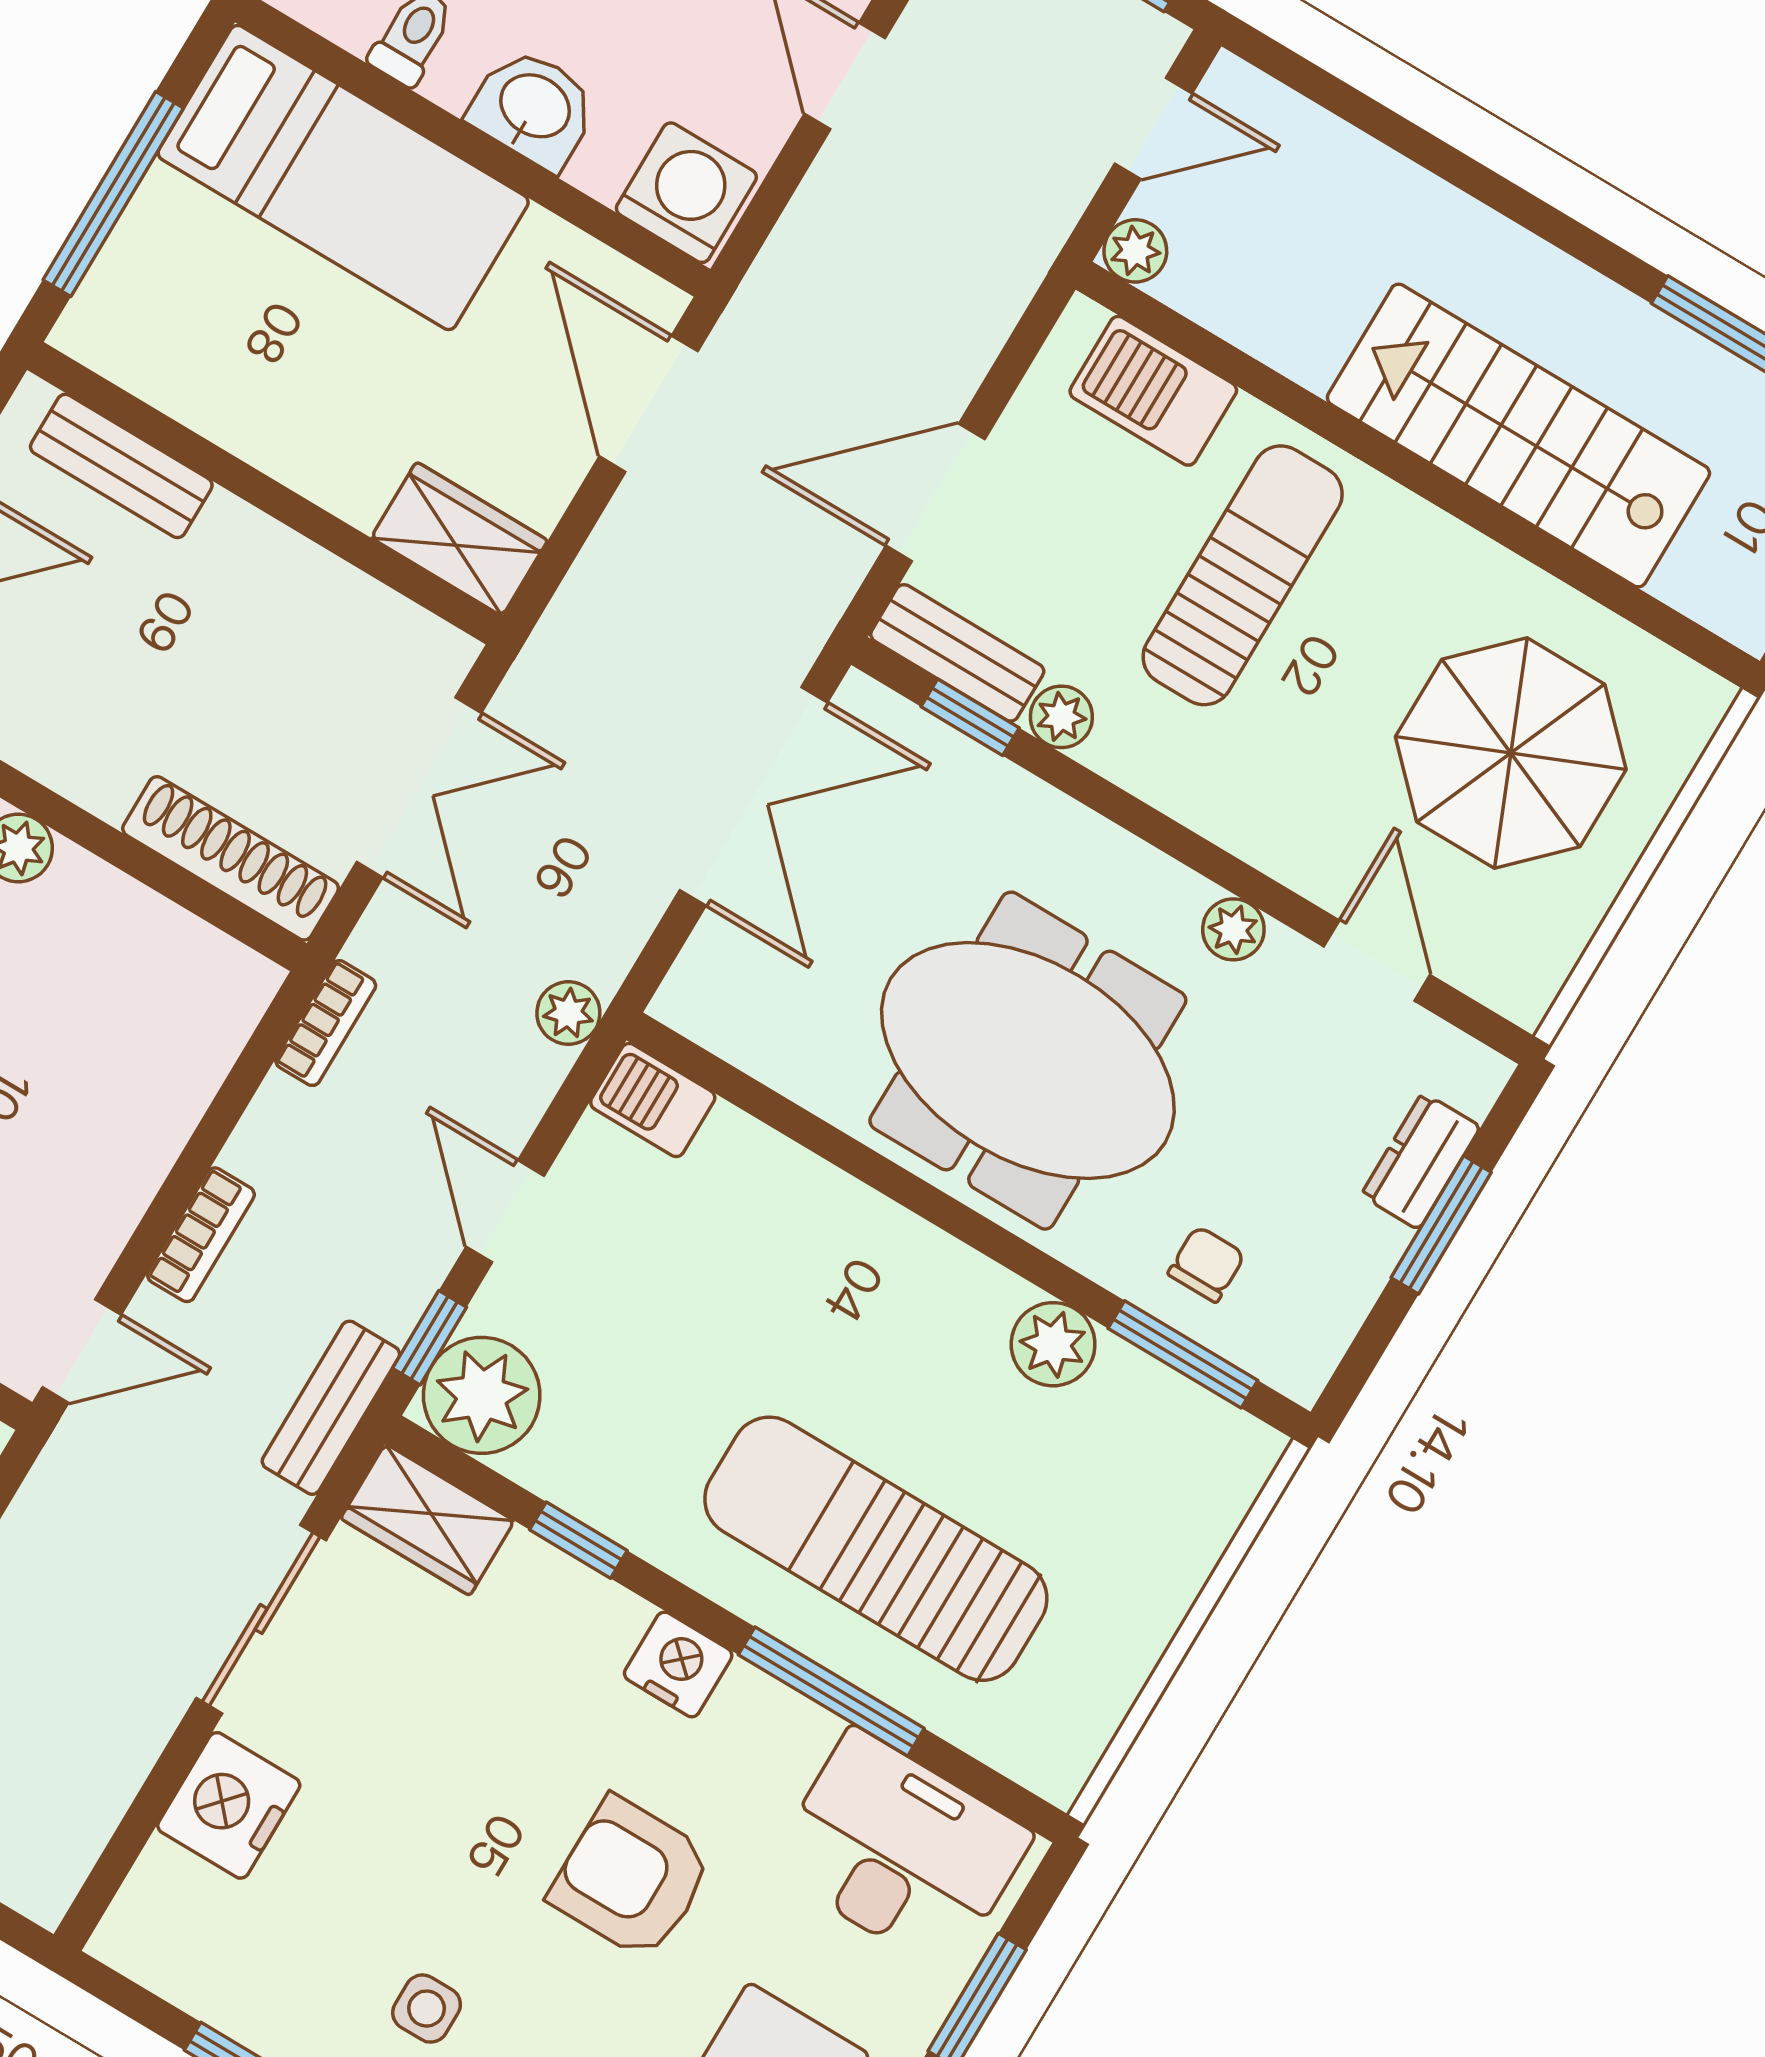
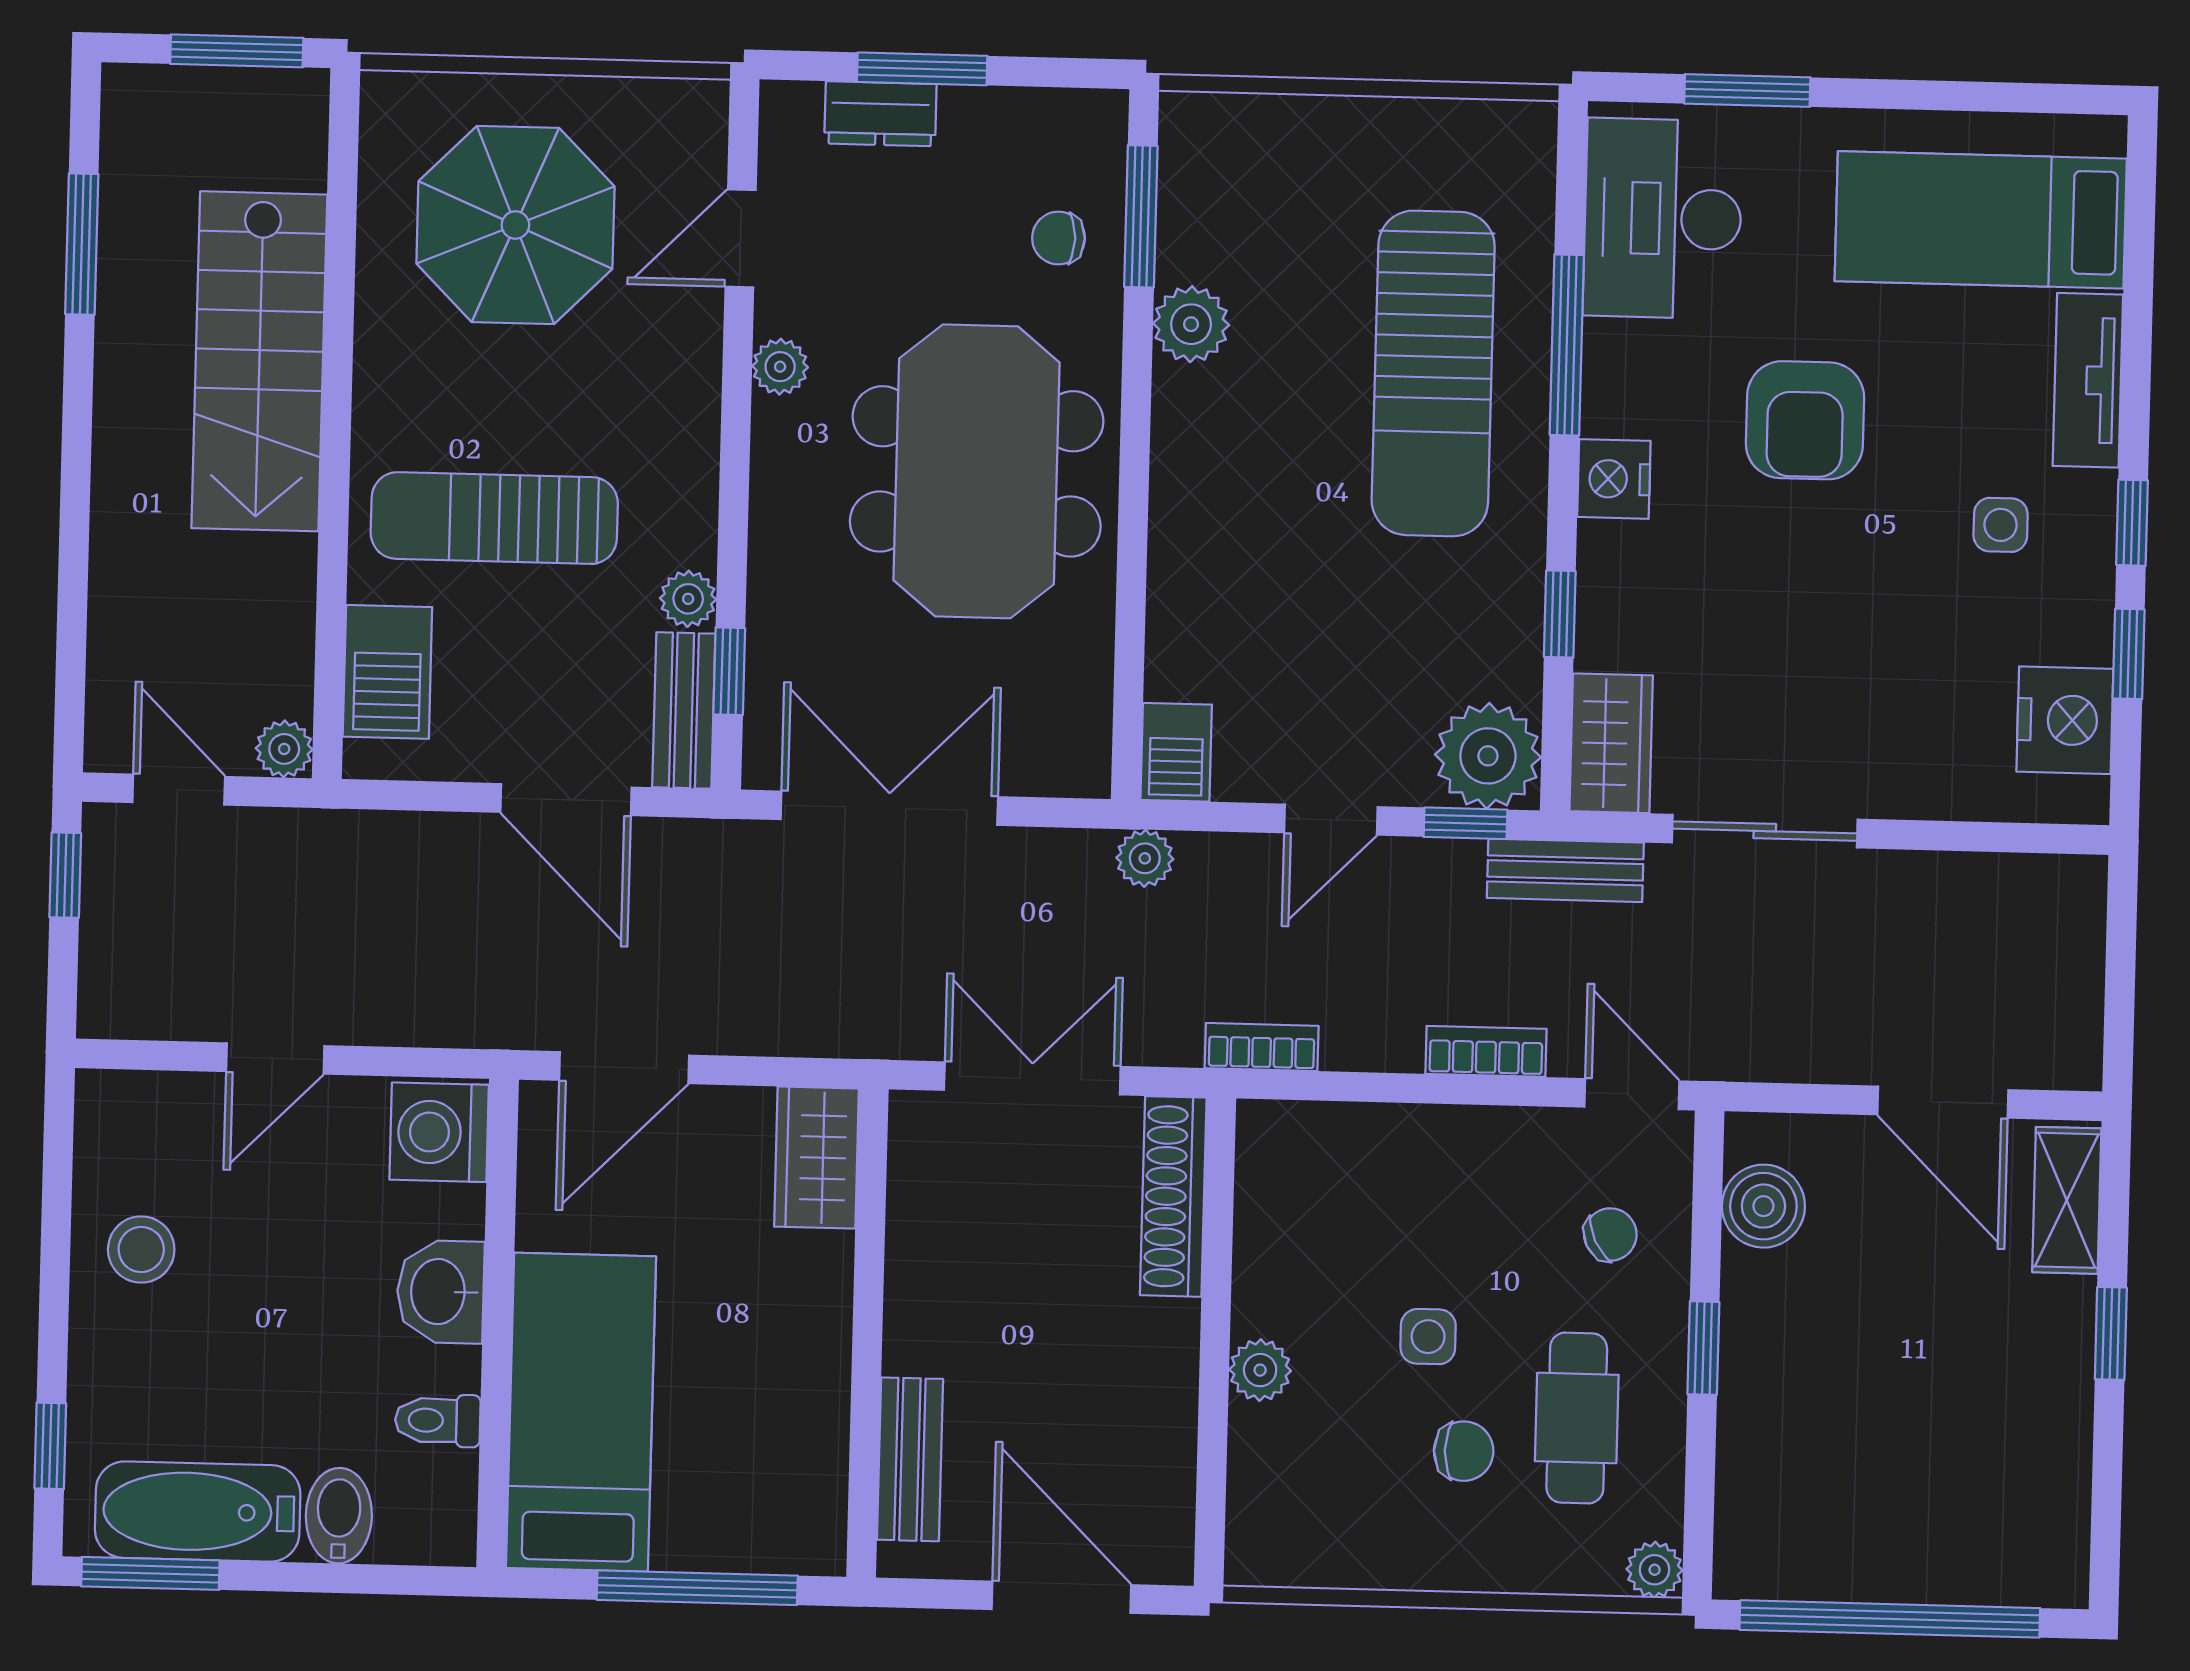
nightstand: (229, 1805) -> (2065, 720), moved, turned -90

